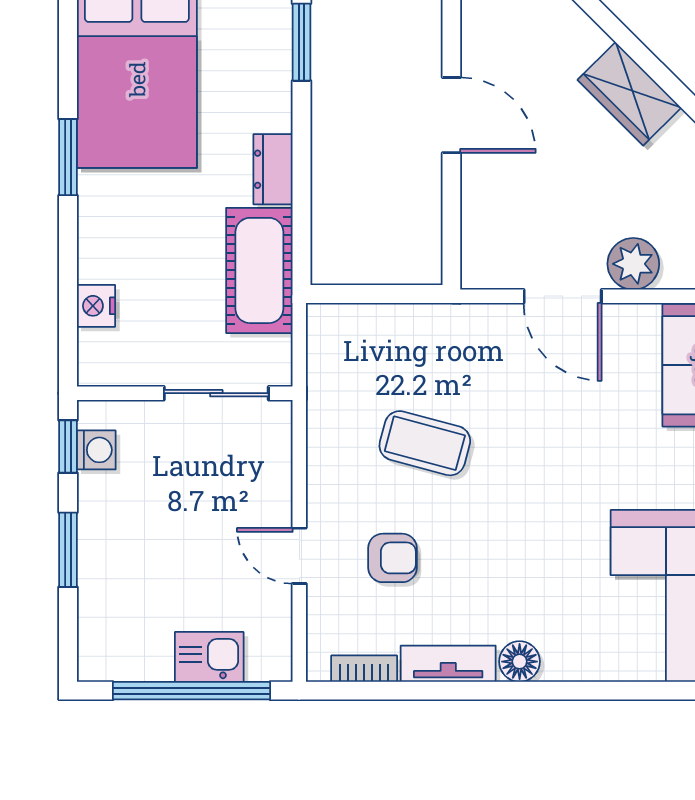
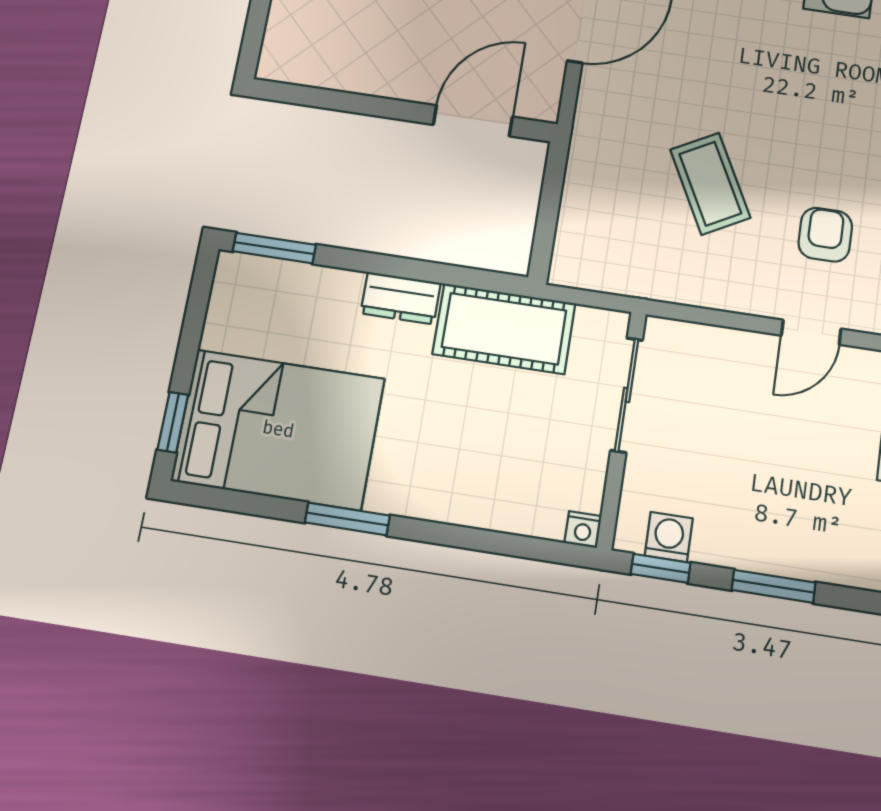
door: (451, 115) -> (473, 121), moved
nightstand: (96, 306) -> (583, 530), moved, width x0.72, depth x0.74
coffee table: (425, 443) -> (710, 184), turned -43

